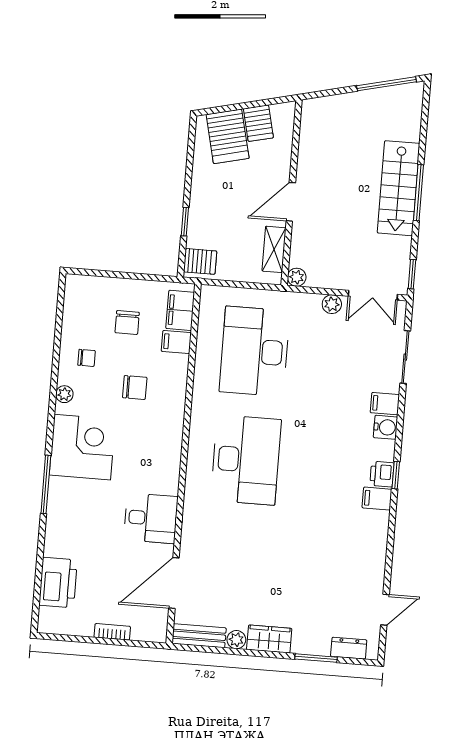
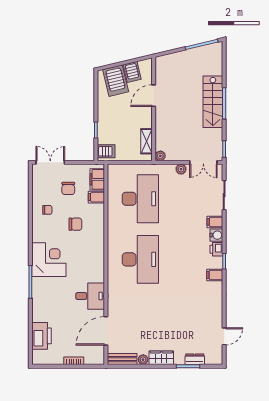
door: (291, 202) -> (154, 96), moved
double door: (99, 273) -> (50, 162), added
desk: (255, 351) -> (140, 199), turned 180
plant: (64, 394) -> (37, 231), removed
printer: (382, 474) -> (216, 249), moved
dresser: (349, 648) -> (195, 359), moved

